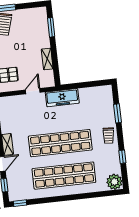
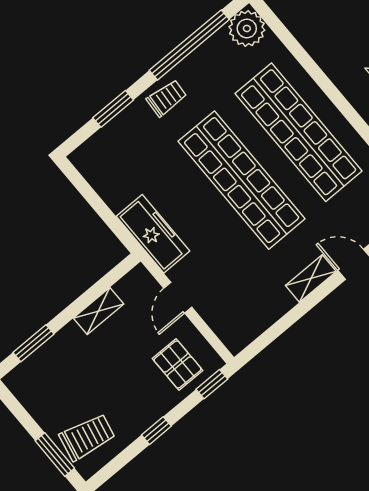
door: (33, 91) -> (178, 298), hinge flipped
window: (122, 157) -> (189, 45), width x3.17

